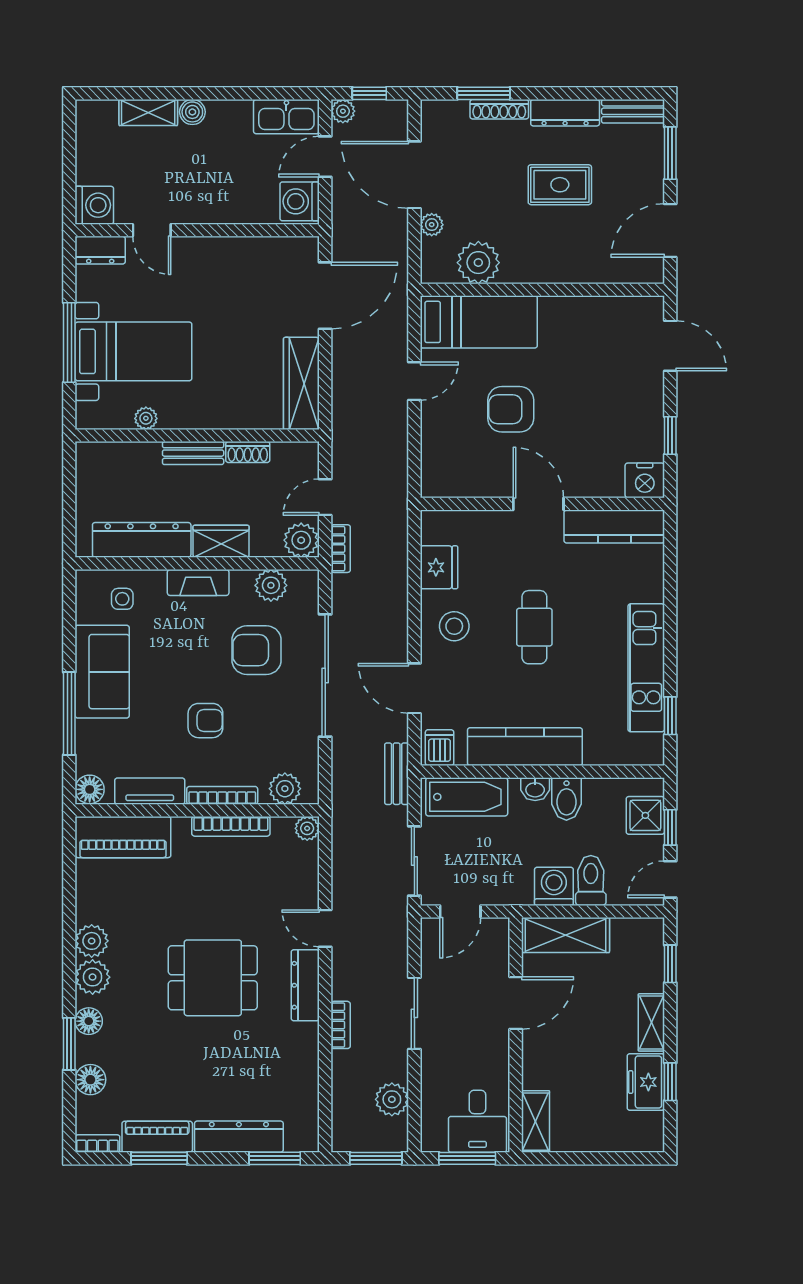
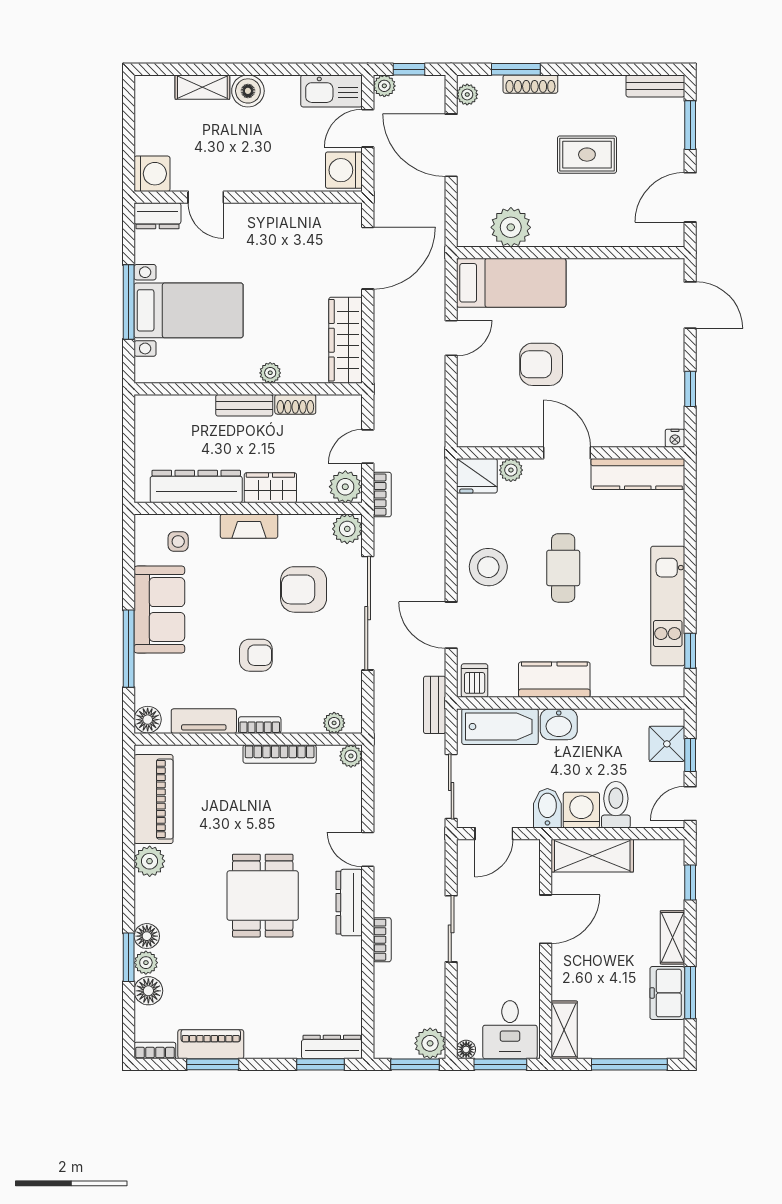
boiler: (192, 112) -> (248, 91), width x1.36, depth x1.36
dresser: (565, 113) -> (592, 87), removed
plant: (432, 225) -> (467, 94), moved
plant: (146, 418) -> (270, 373), moved
nightstand: (645, 480) -> (675, 438), width x0.53, depth x0.56
plant: (478, 522) -> (511, 470), added
fridge: (439, 567) -> (477, 476), moved, turned 90
plant: (271, 585) -> (347, 529), moved
stool: (454, 626) -> (488, 567), width x1.38, depth x1.38
kitchen counter: (525, 747) -> (554, 680), width x0.67
plant: (285, 789) -> (334, 723), width x0.73, depth x0.73
washbasin: (535, 789) -> (559, 724), width x1.38, depth x1.45
bookcase: (222, 795) -> (260, 725), width x0.64
bidet: (566, 799) -> (547, 808), moved, turned 180
piano: (123, 837) -> (154, 799), moved, turned -90
plant: (93, 977) -> (146, 963), moved, width x0.73, depth x0.73
dining table: (213, 978) -> (263, 896), turned 90
window: (670, 1082) -> (690, 993), width x1.50
plant: (392, 1099) -> (430, 1043), moved
dresser: (239, 1137) -> (332, 1047), moved, width x0.73, depth x0.80
floor lamp: (430, 1142) -> (466, 1049), added
window: (605, 1158) -> (629, 1064), added

